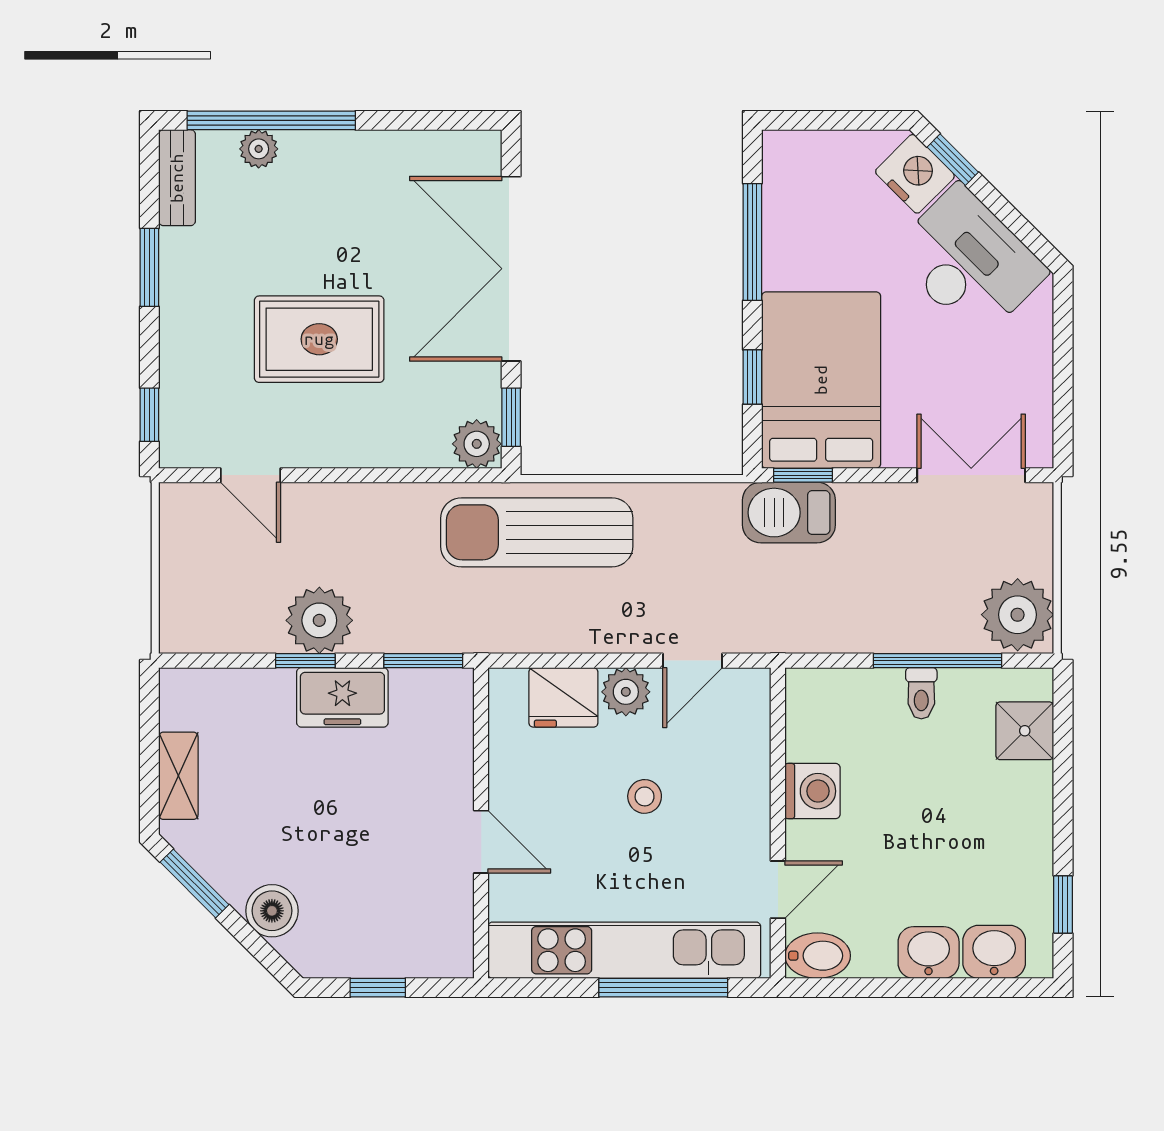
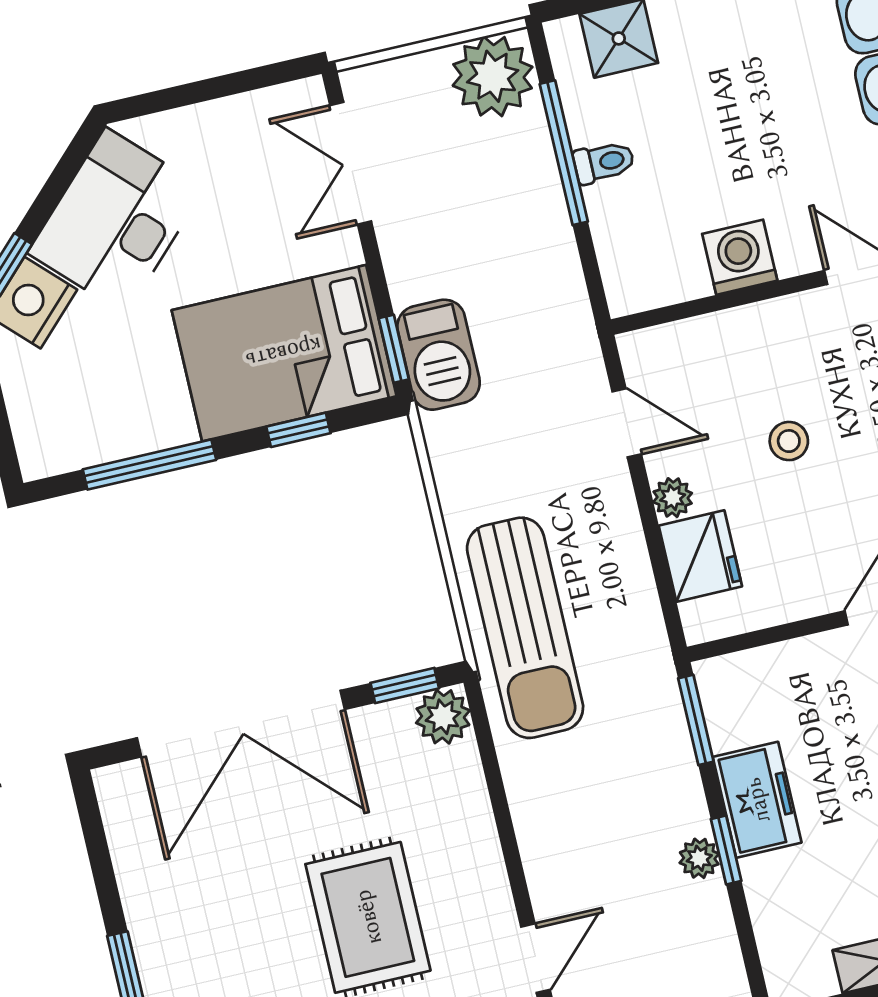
plant: (319, 620) -> (699, 858), width x0.53, depth x0.53
plant: (626, 692) -> (673, 498), width x0.73, depth x0.73

